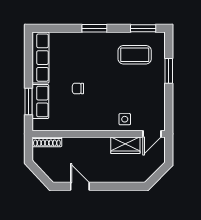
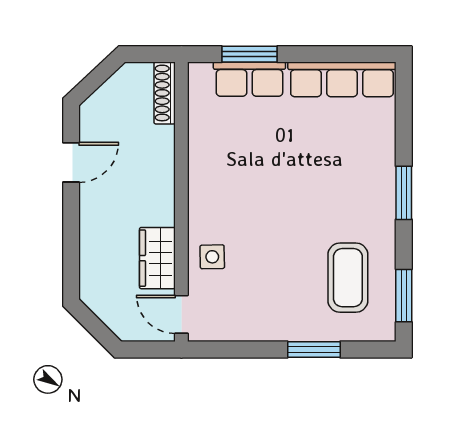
chair: (78, 89) -> (277, 158), removed

